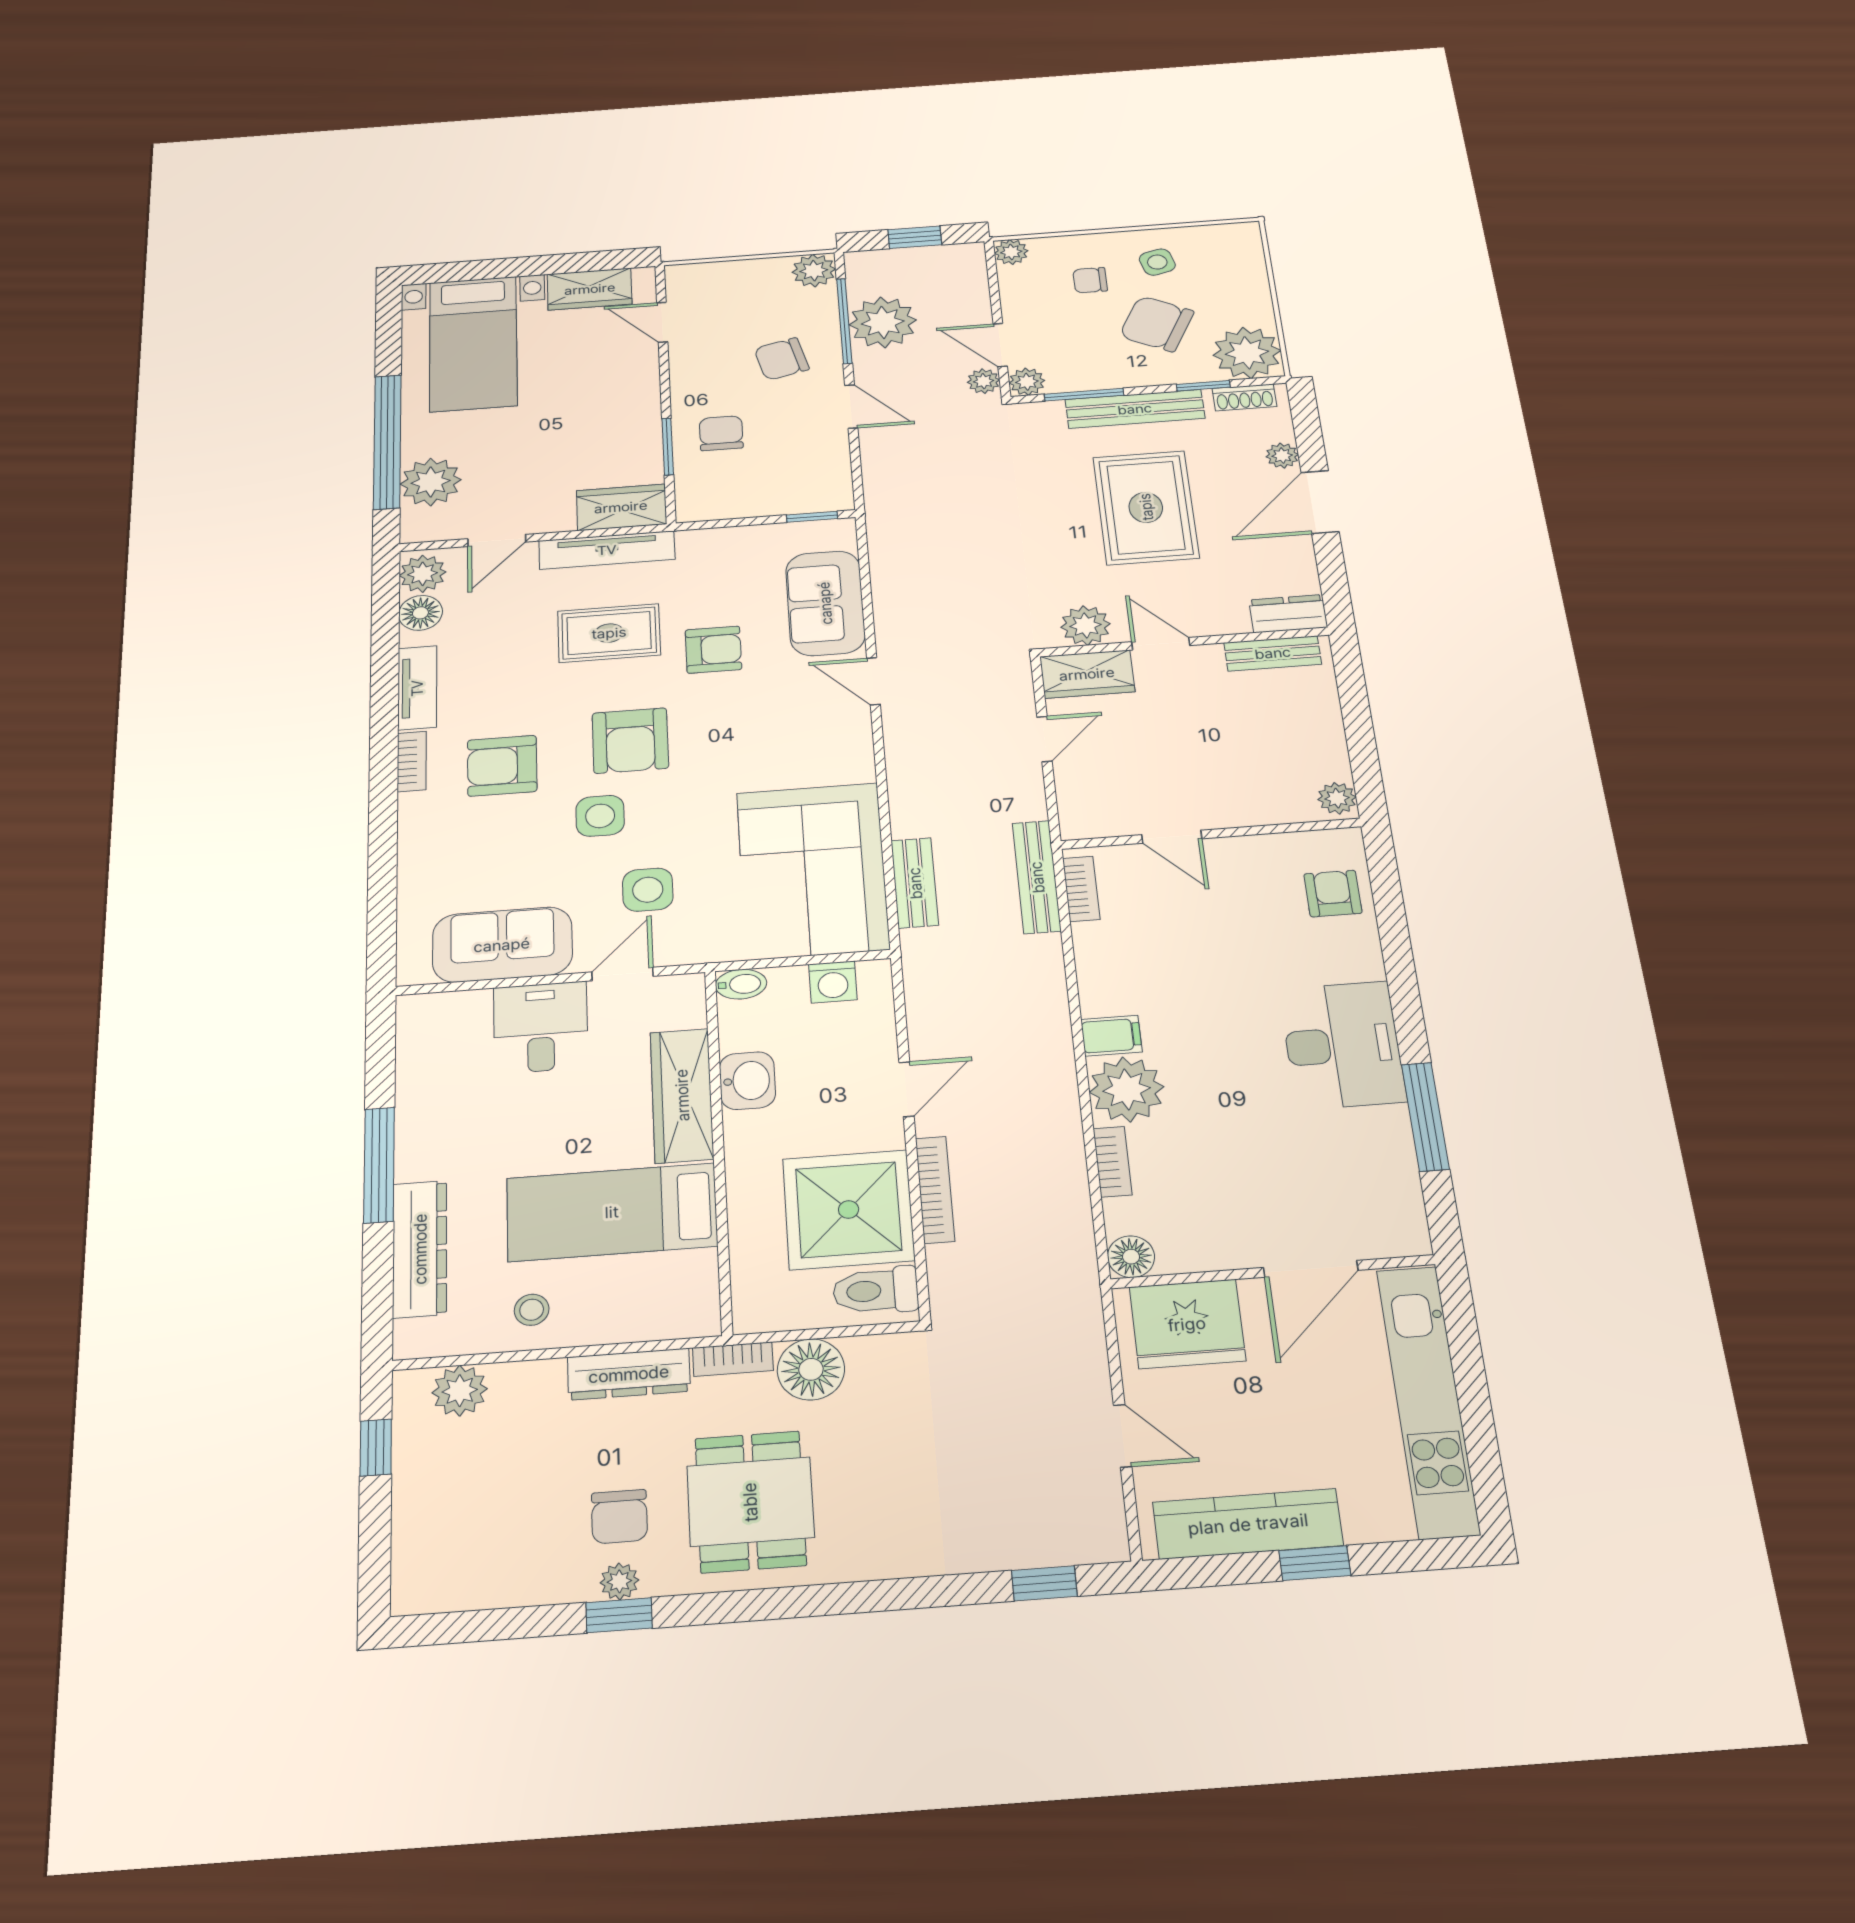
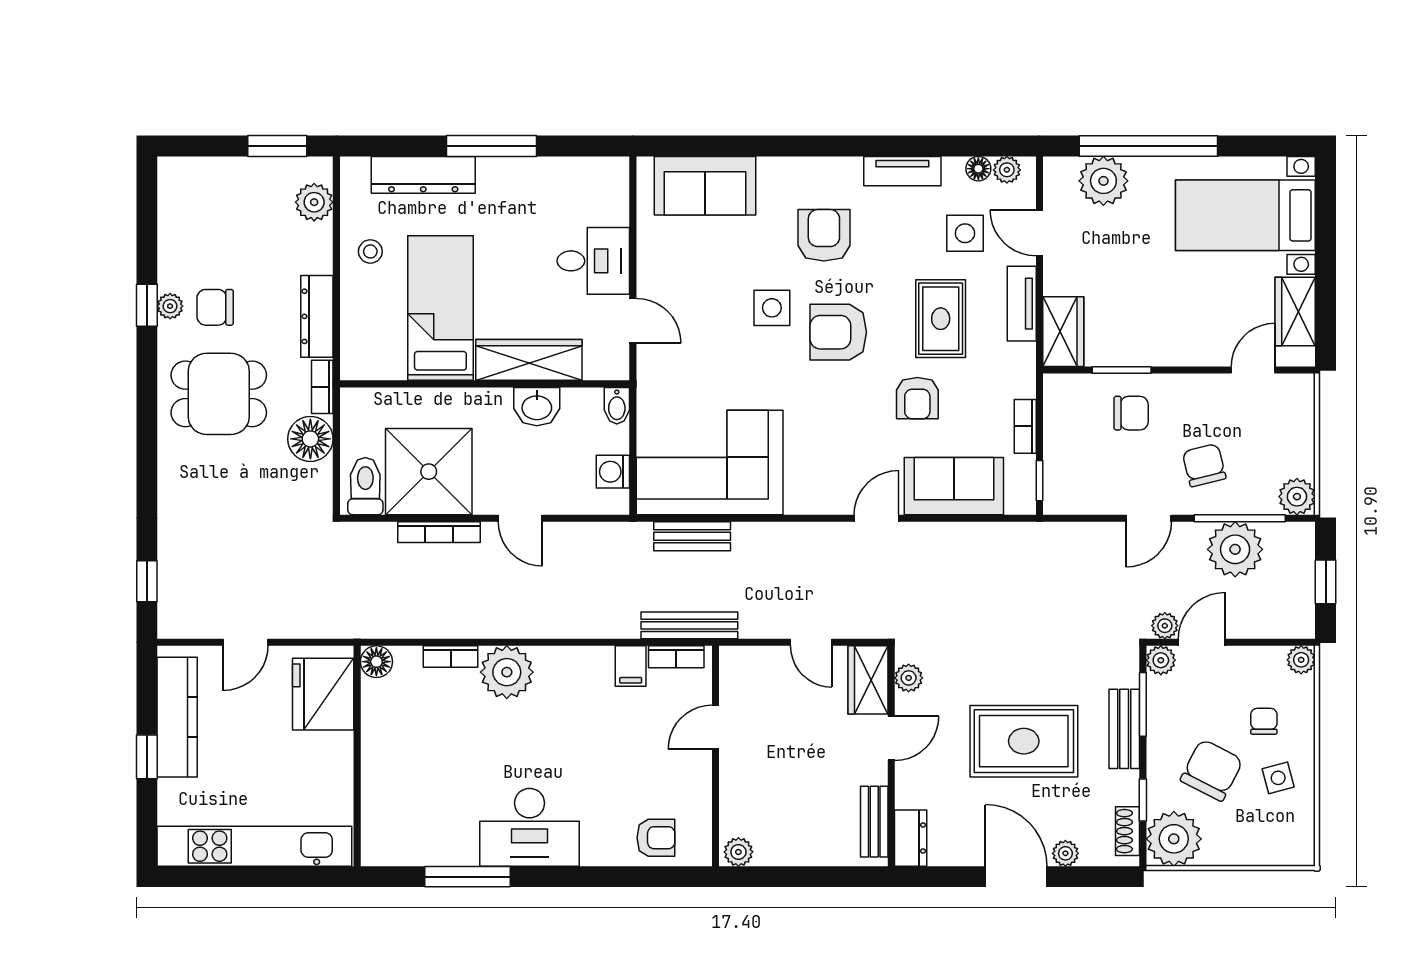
bench: (1135, 409) -> (1124, 729), width x0.73
tv unit: (607, 550) -> (1022, 304), width x0.71
plant: (423, 574) -> (1007, 170), width x0.73, depth x0.73
floor lamp: (420, 613) -> (978, 169), width x0.73, depth x0.73
plant: (1085, 625) -> (909, 678), width x0.73, depth x0.73
bookcase: (412, 761) -> (1025, 426), moved, turned 90
side table: (648, 890) -> (965, 233), moved
sofa: (502, 945) -> (705, 186), moved, turned 90
filing cabinet: (1111, 1036) -> (631, 666), moved
door: (1311, 1269) -> (357, 782), removed
window: (376, 1448) -> (277, 146), width x1.50

